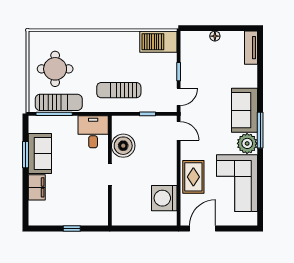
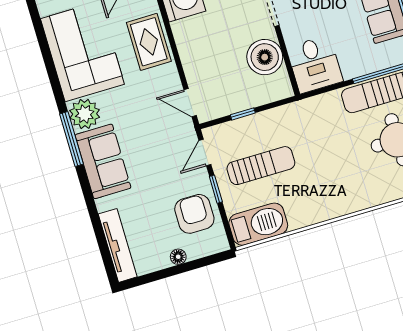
tv unit: (251, 48) -> (118, 245), width x1.41
armchair: (197, 60) -> (194, 214), added
sun lounger: (119, 90) -> (261, 166), moved

